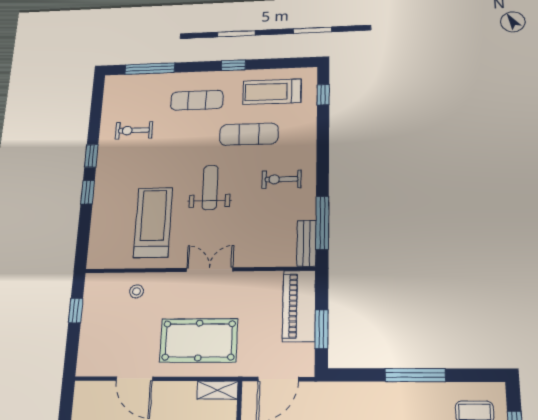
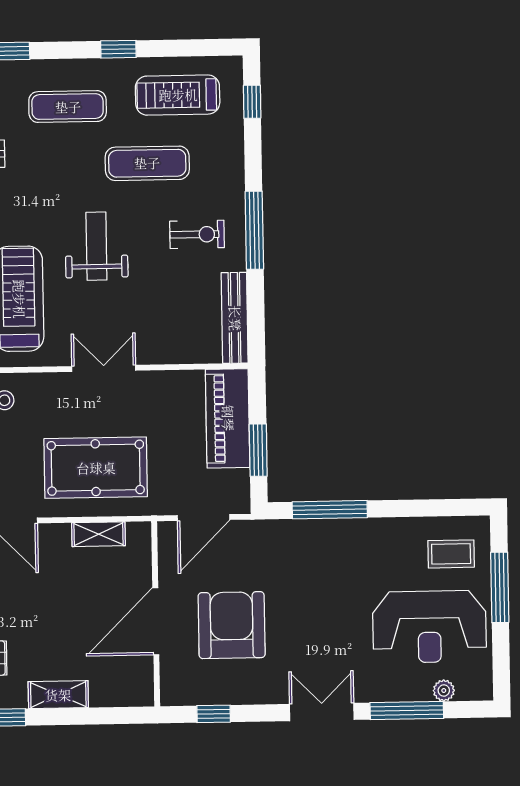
exercise bike: (282, 179) -> (197, 234), turned 180
window: (322, 223) -> (254, 230), moved
bench: (306, 243) -> (235, 318), width x1.36
window: (415, 375) -> (330, 510), moved
shelving: (217, 390) -> (98, 534), moved

